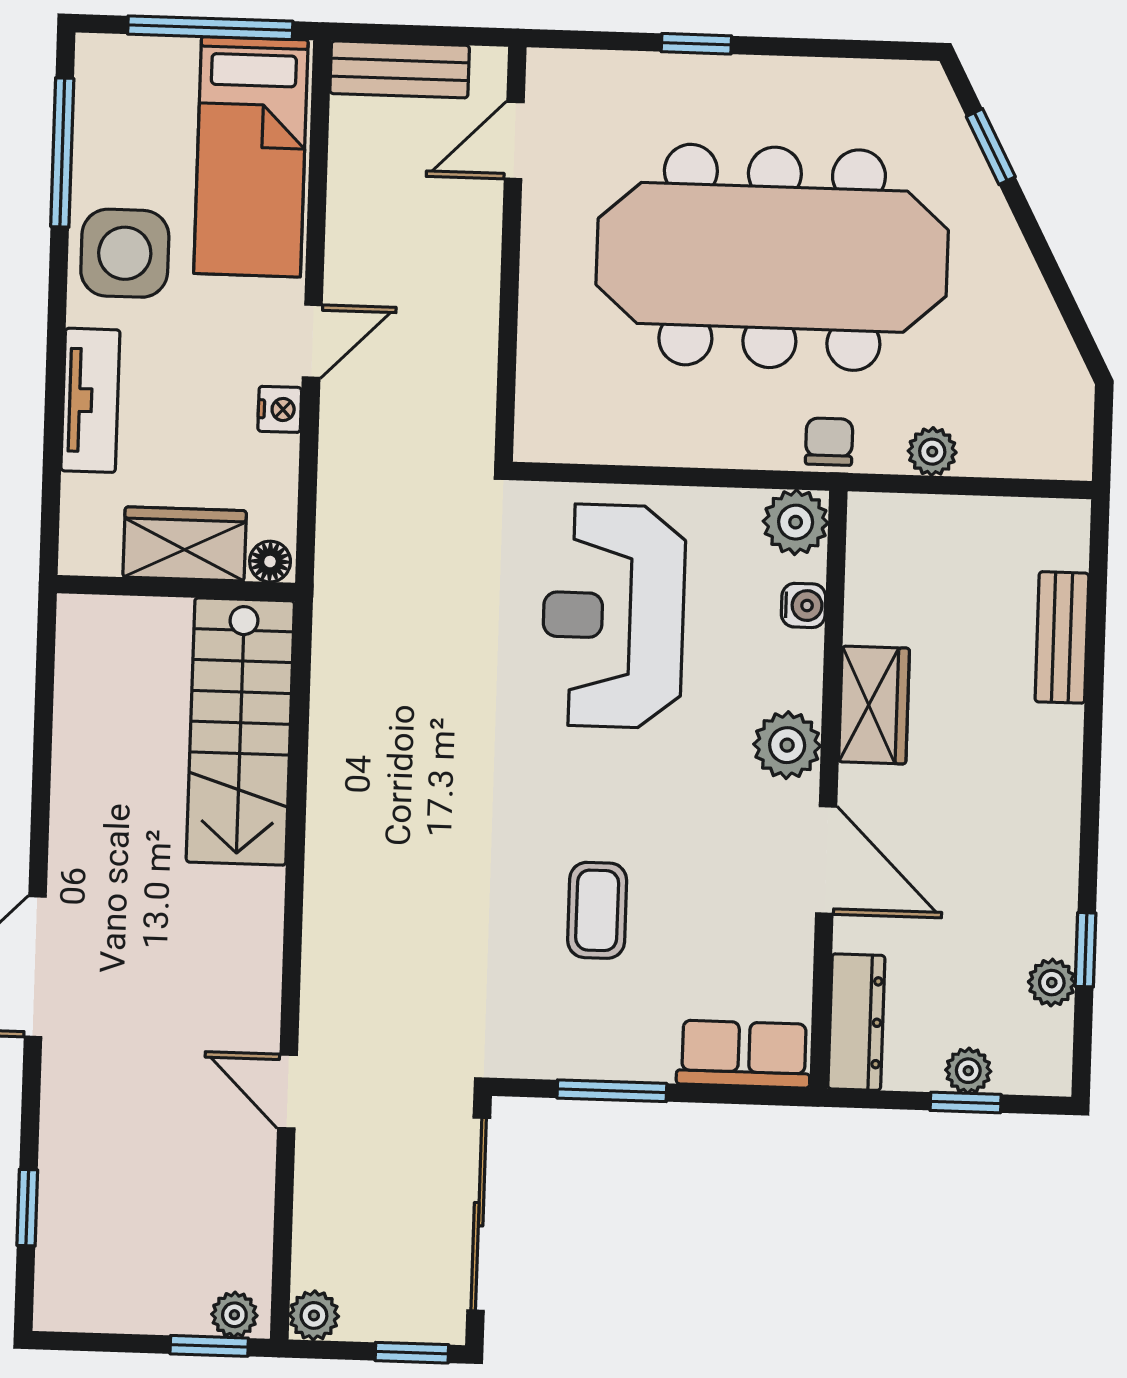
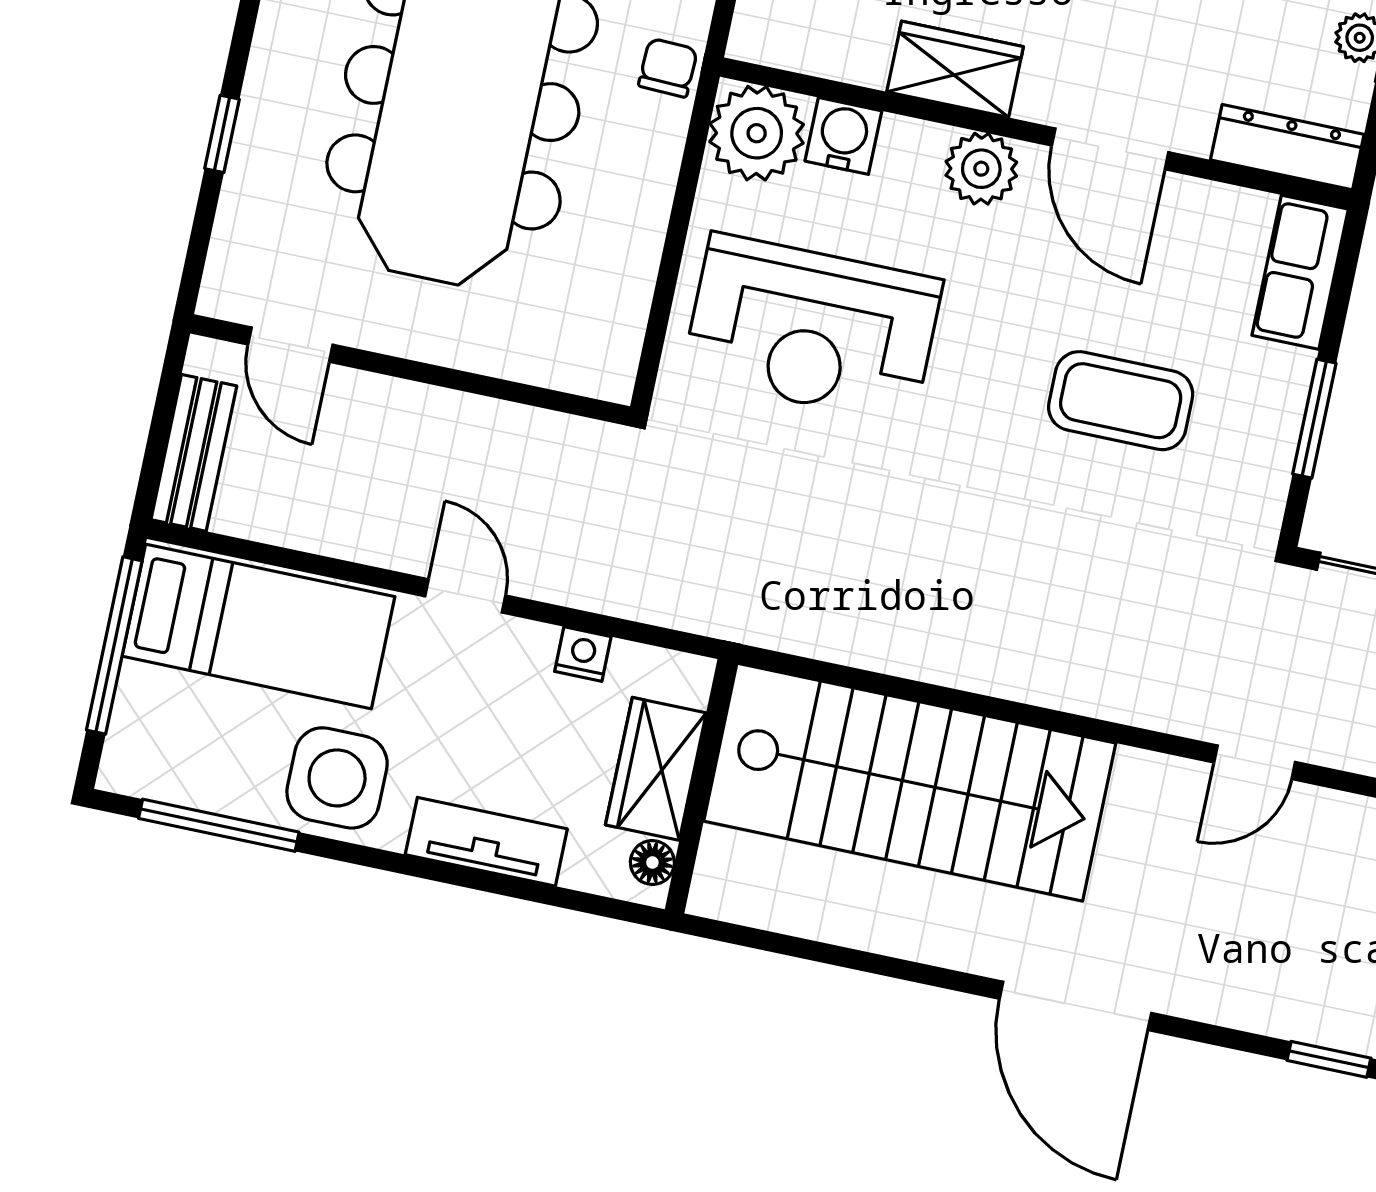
nightstand: (280, 409) -> (583, 654), moved
chair: (829, 442) -> (668, 68), turned 92
plant: (796, 522) -> (757, 133), width x1.36, depth x1.36
floor lamp: (270, 562) -> (652, 863), moved
water cooler: (804, 605) -> (843, 136), width x1.38, depth x1.38
stairs: (240, 732) -> (910, 782), width x1.36, depth x1.51
door: (826, 860) -> (1110, 149), swing flipped
coffee table: (597, 910) -> (1121, 401), width x1.36, depth x1.30

